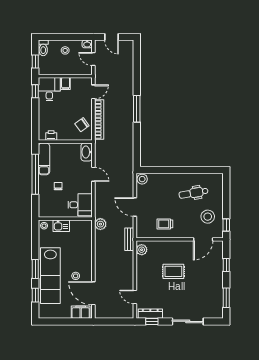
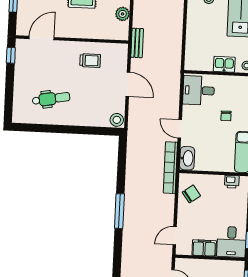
filing cabinet: (66, 84) -> (204, 248), width x2.00
bookcase: (99, 119) -> (170, 168), moved
stool: (208, 217) -> (34, 67), removed
plant: (100, 224) -> (174, 64), removed
plant: (142, 250) -> (123, 14), moved

